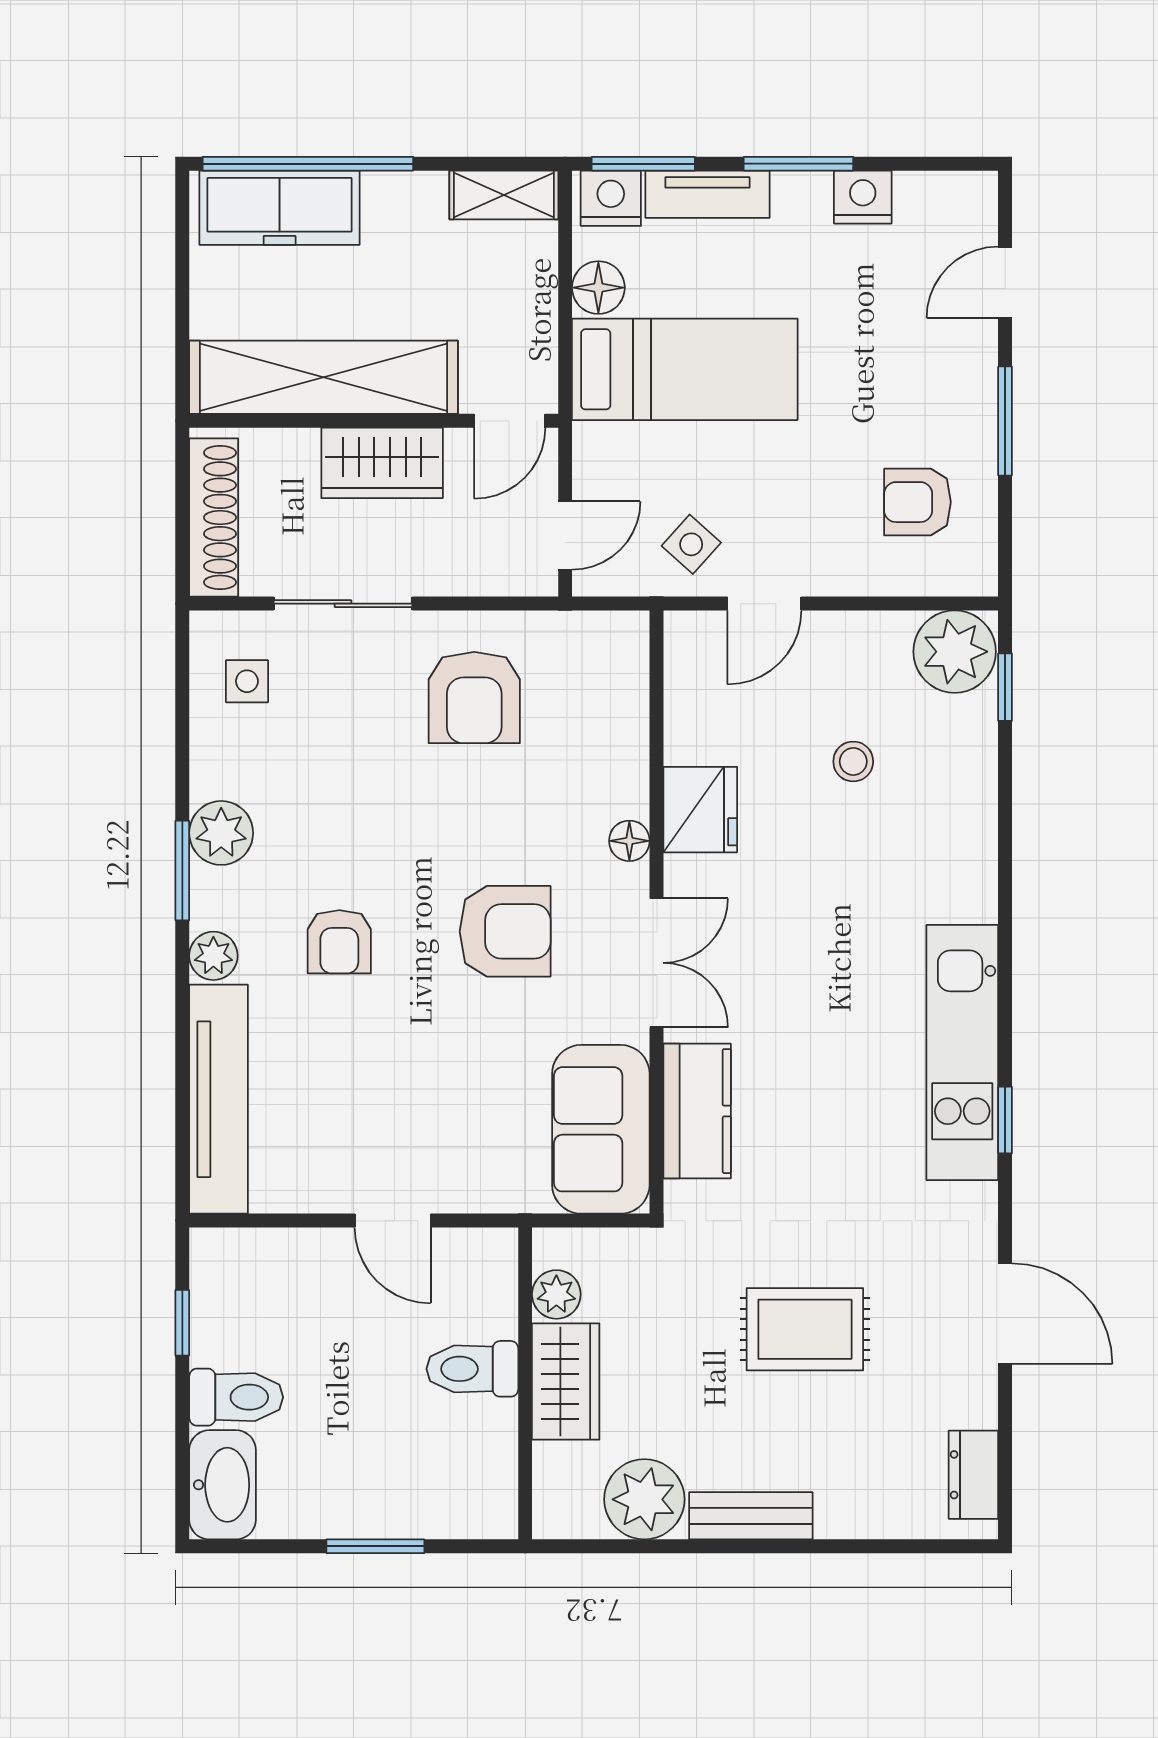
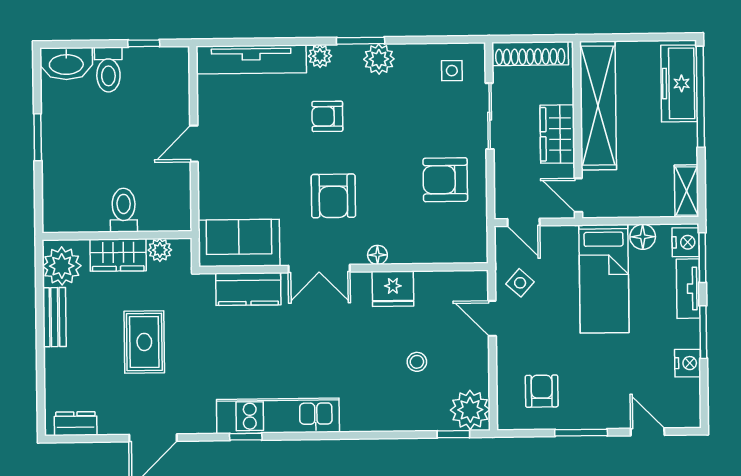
plant: (556, 1294) -> (160, 250), moved
toilet: (472, 1369) -> (124, 210), moved
wardrobe: (566, 1382) -> (118, 255), moved
wall: (525, 1383) -> (117, 236), moved

